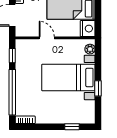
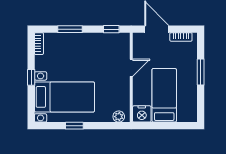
bed with nightstands: (68, 77) -> (64, 97), moved, turned 90
window: (12, 92) -> (70, 29), width x0.47
window: (72, 127) -> (31, 77), moved

